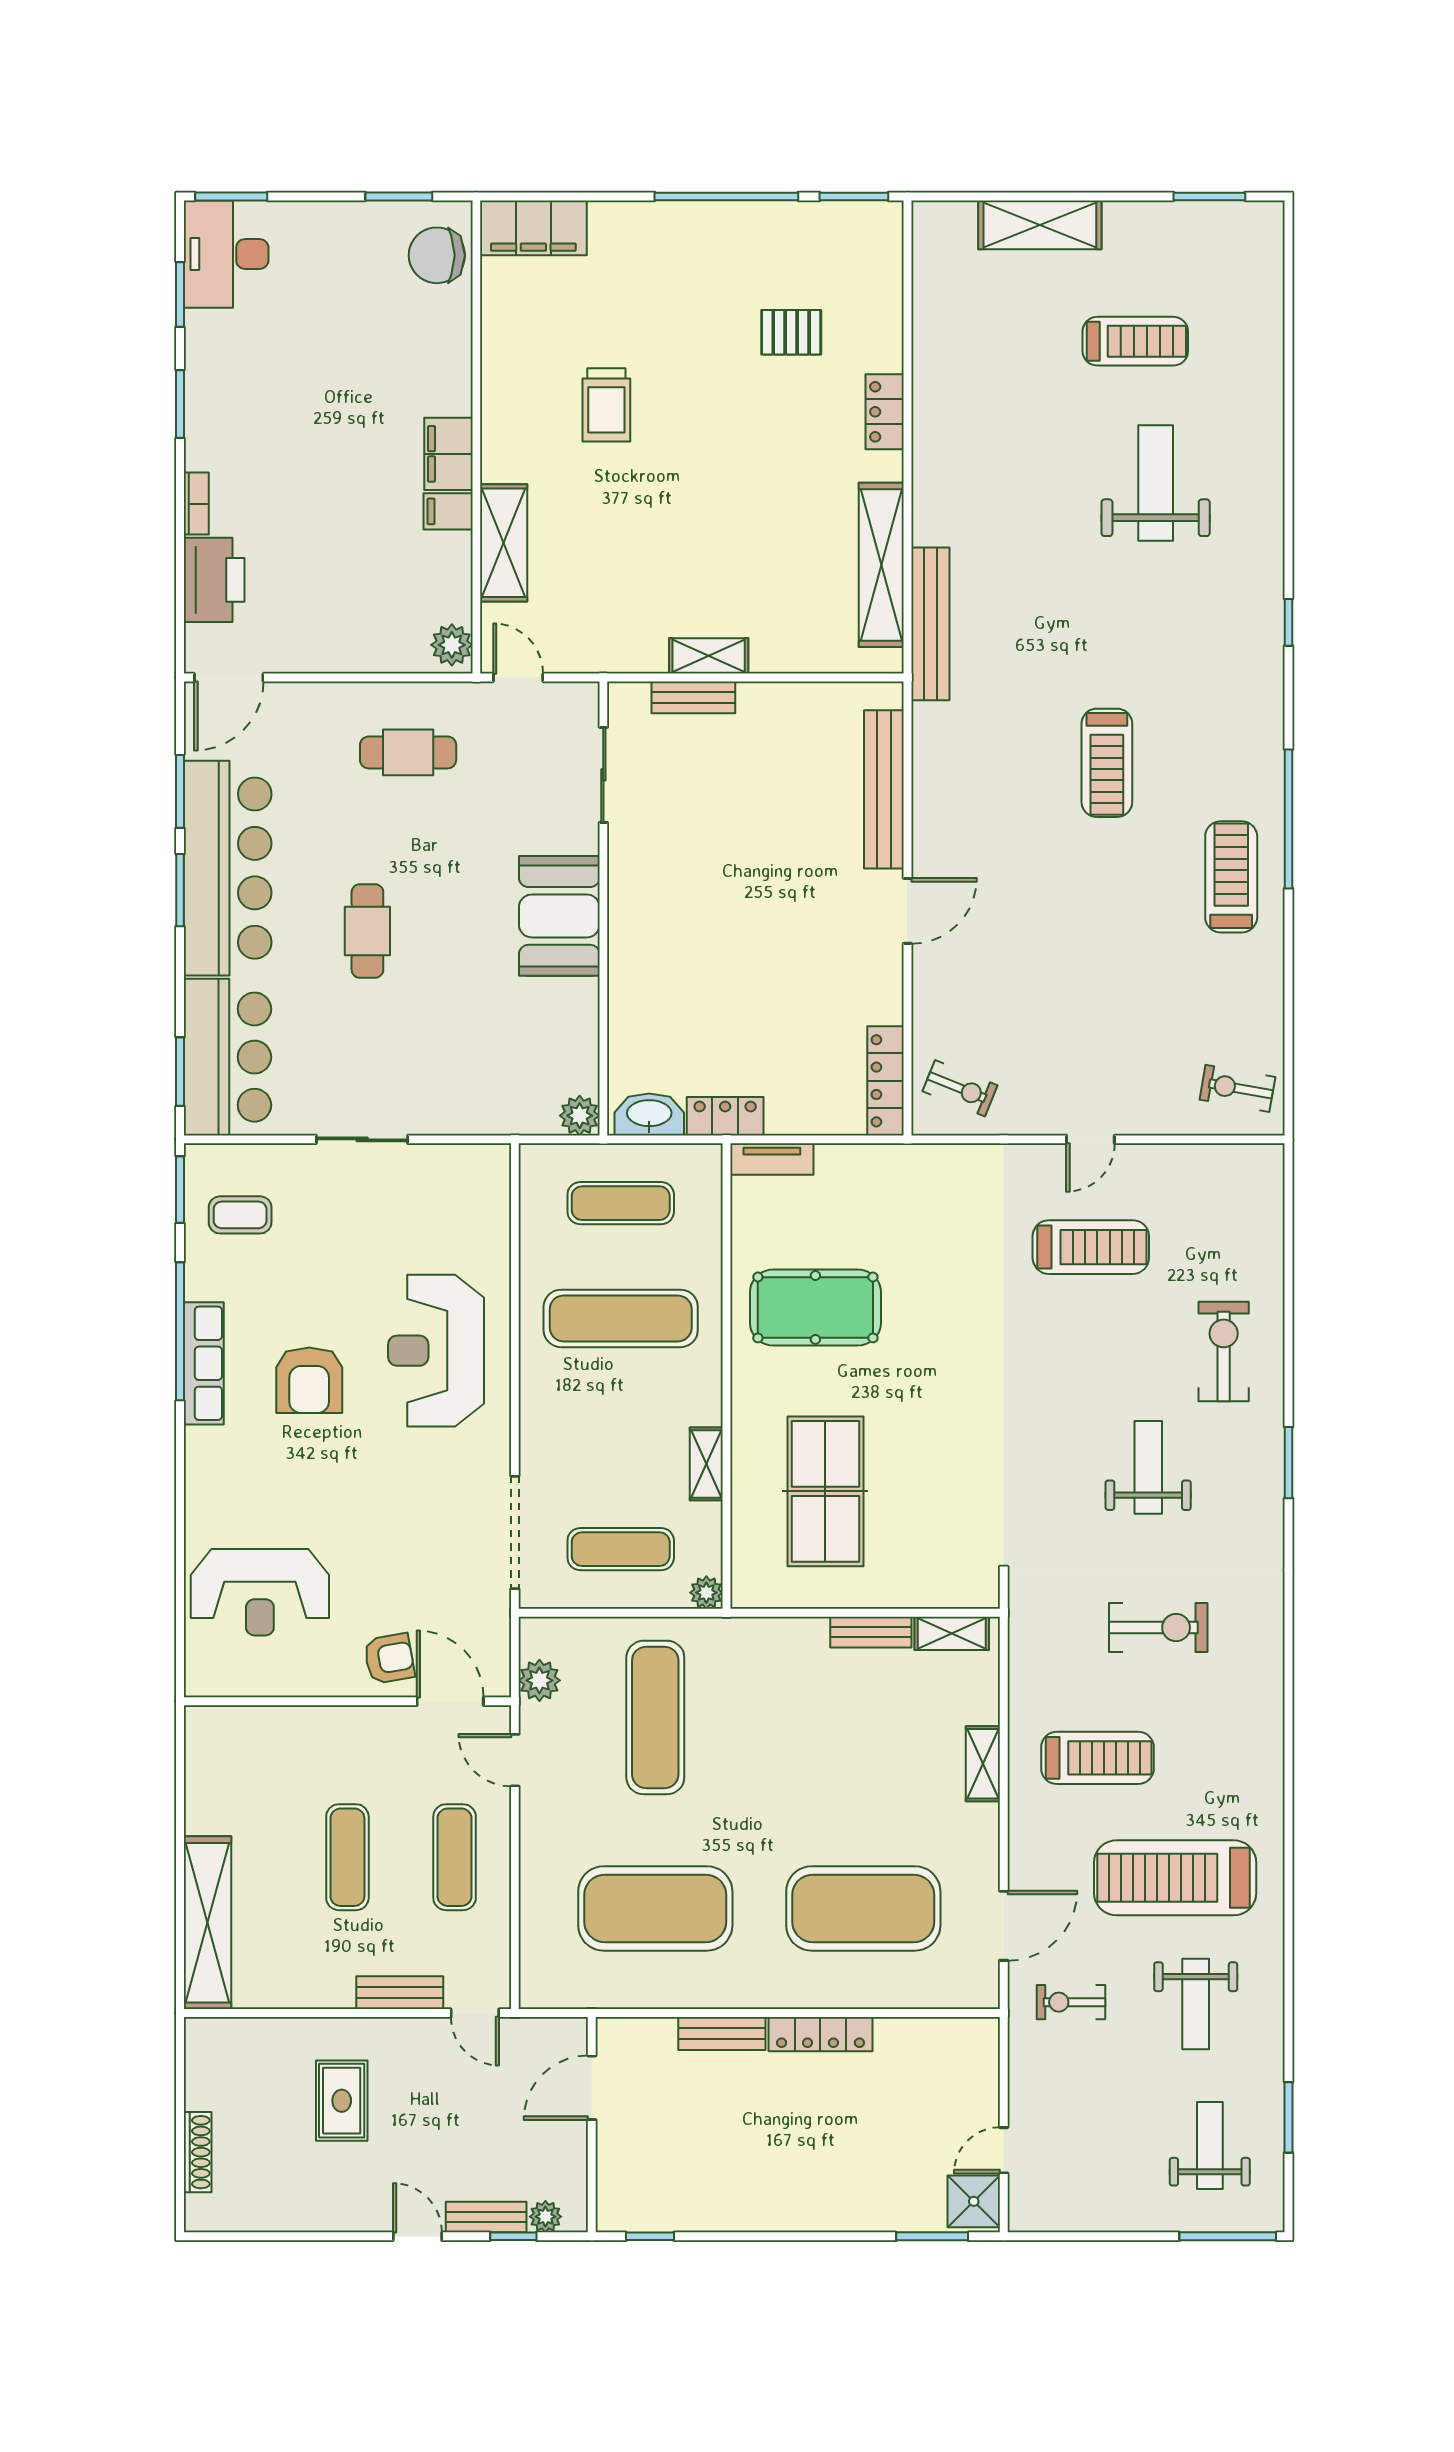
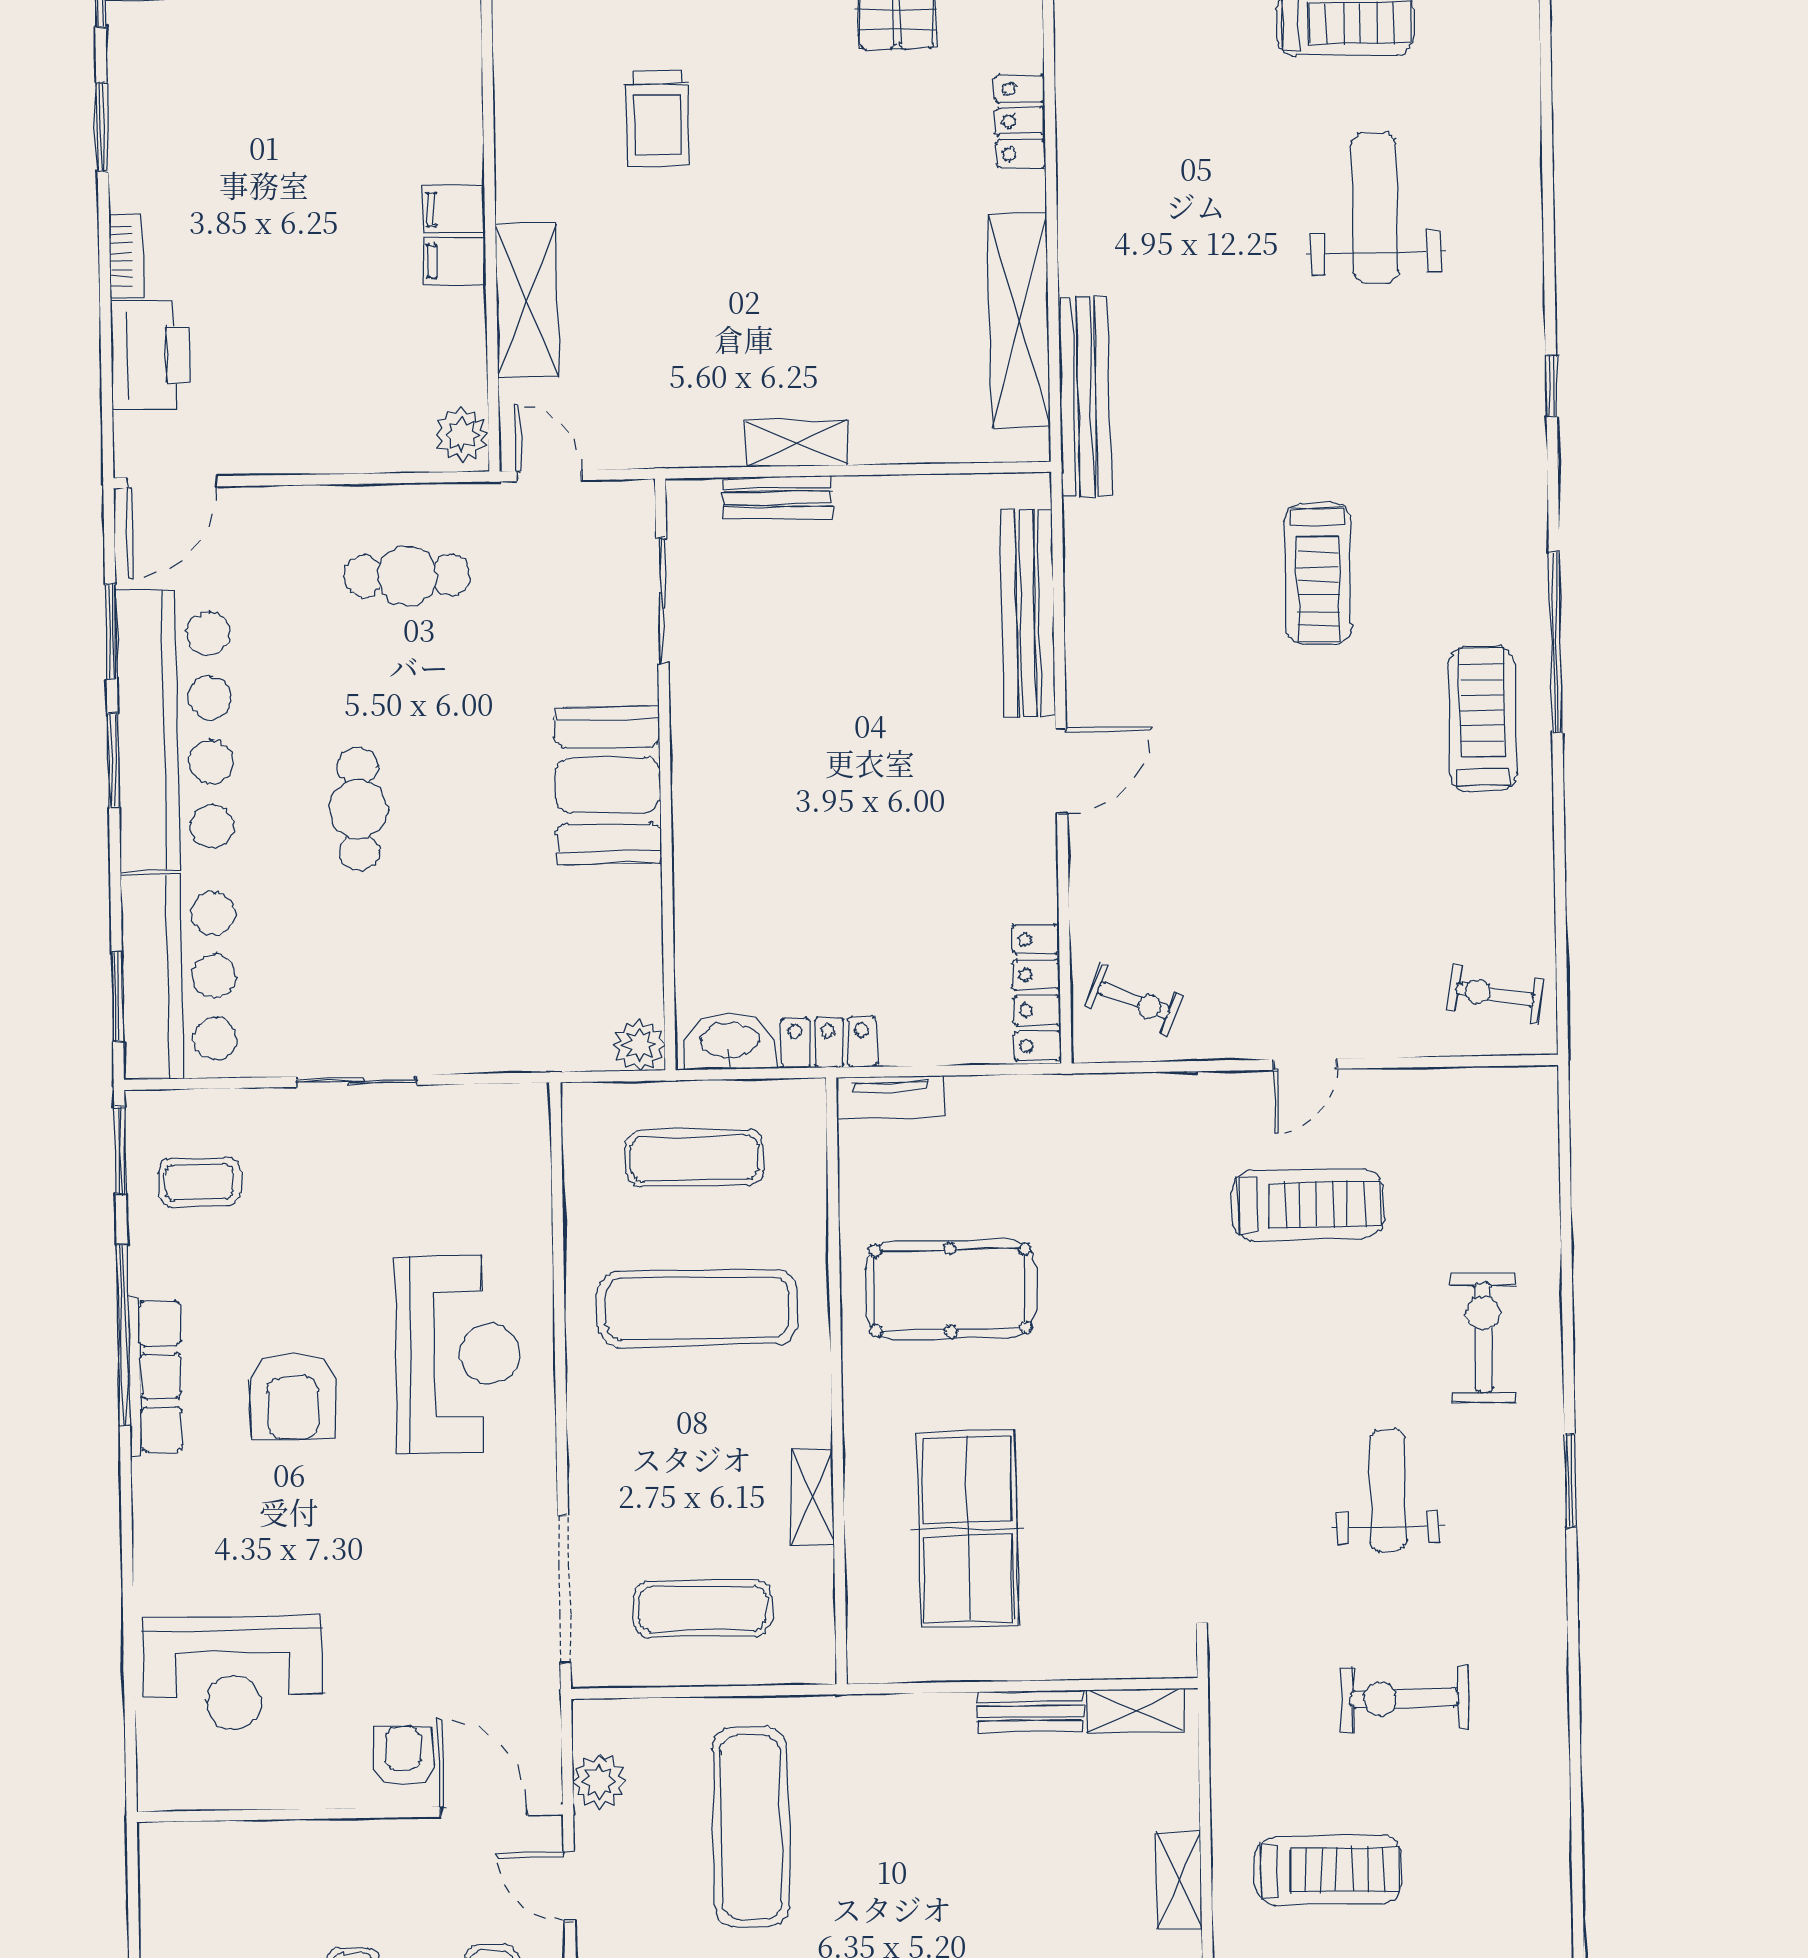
filing cabinet: (448, 454) -> (453, 209), width x0.50
reception desk: (436, 1351) -> (457, 1354), turned 180
plant: (706, 1593) -> (815, 1663), removed
exercise bike: (1158, 1628) -> (1405, 1699), turned 180
armchair: (389, 1658) -> (403, 1756), turned -80

